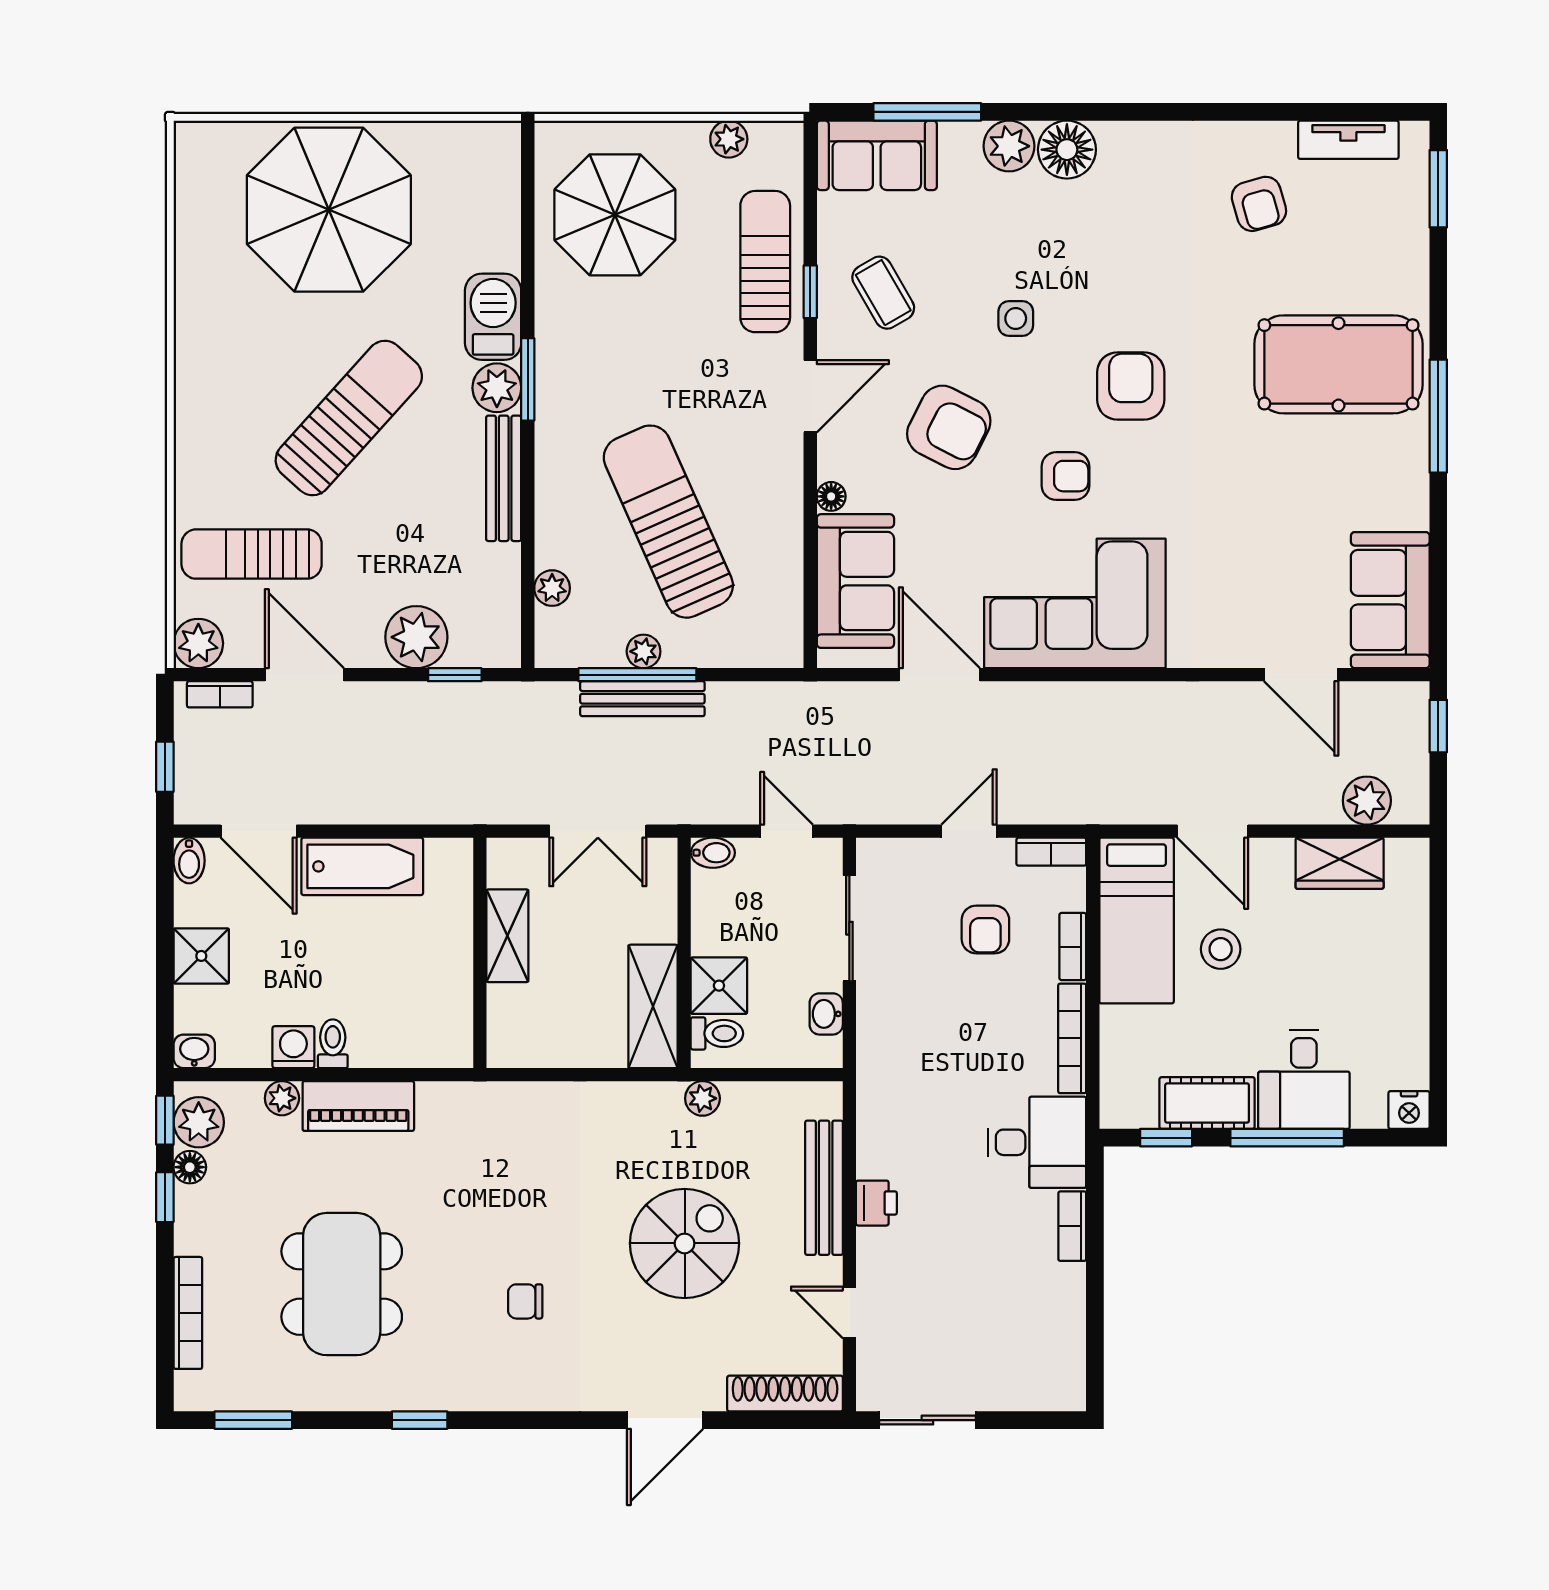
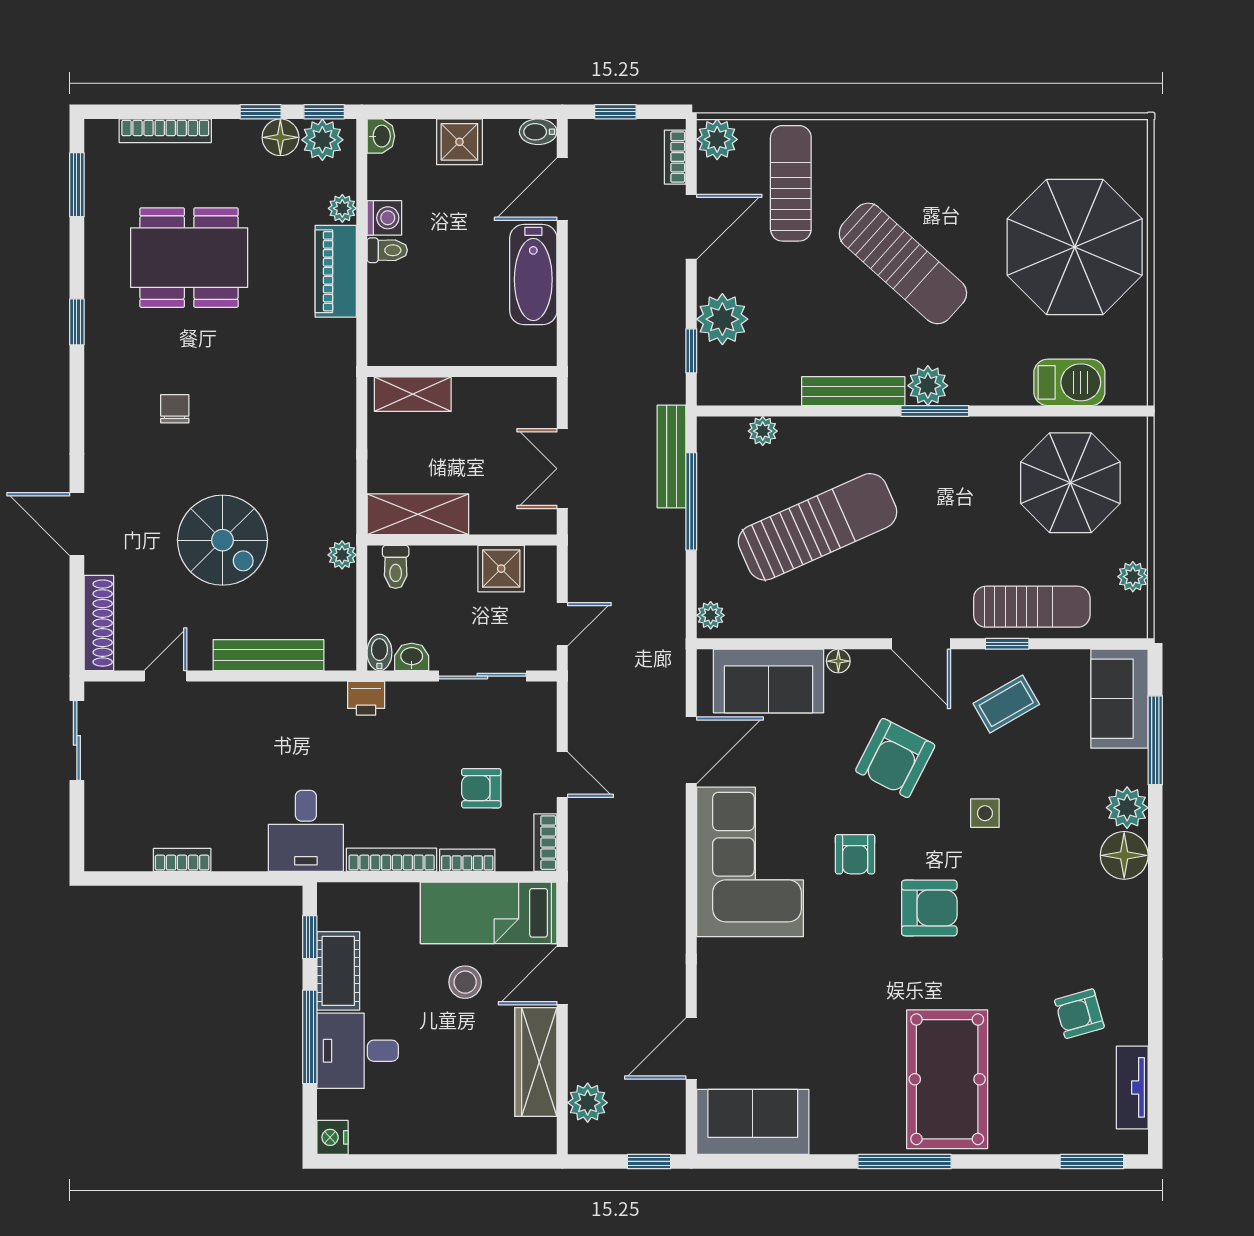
barbecue: (493, 317) -> (1069, 382), moved
plant: (644, 651) -> (711, 615), moved
bench: (642, 699) -> (672, 457), moved
bidet: (713, 853) -> (379, 652), moved, turned 180
wardrobe: (1340, 863) -> (536, 1062), width x1.50
shelving: (507, 936) -> (413, 394), moved
shower: (719, 986) -> (501, 569), moved
floor lamp: (190, 1167) -> (280, 137), width x1.37, depth x1.37
printer: (876, 1203) -> (366, 698), moved
bookcase: (1072, 1226) -> (182, 860), moved

